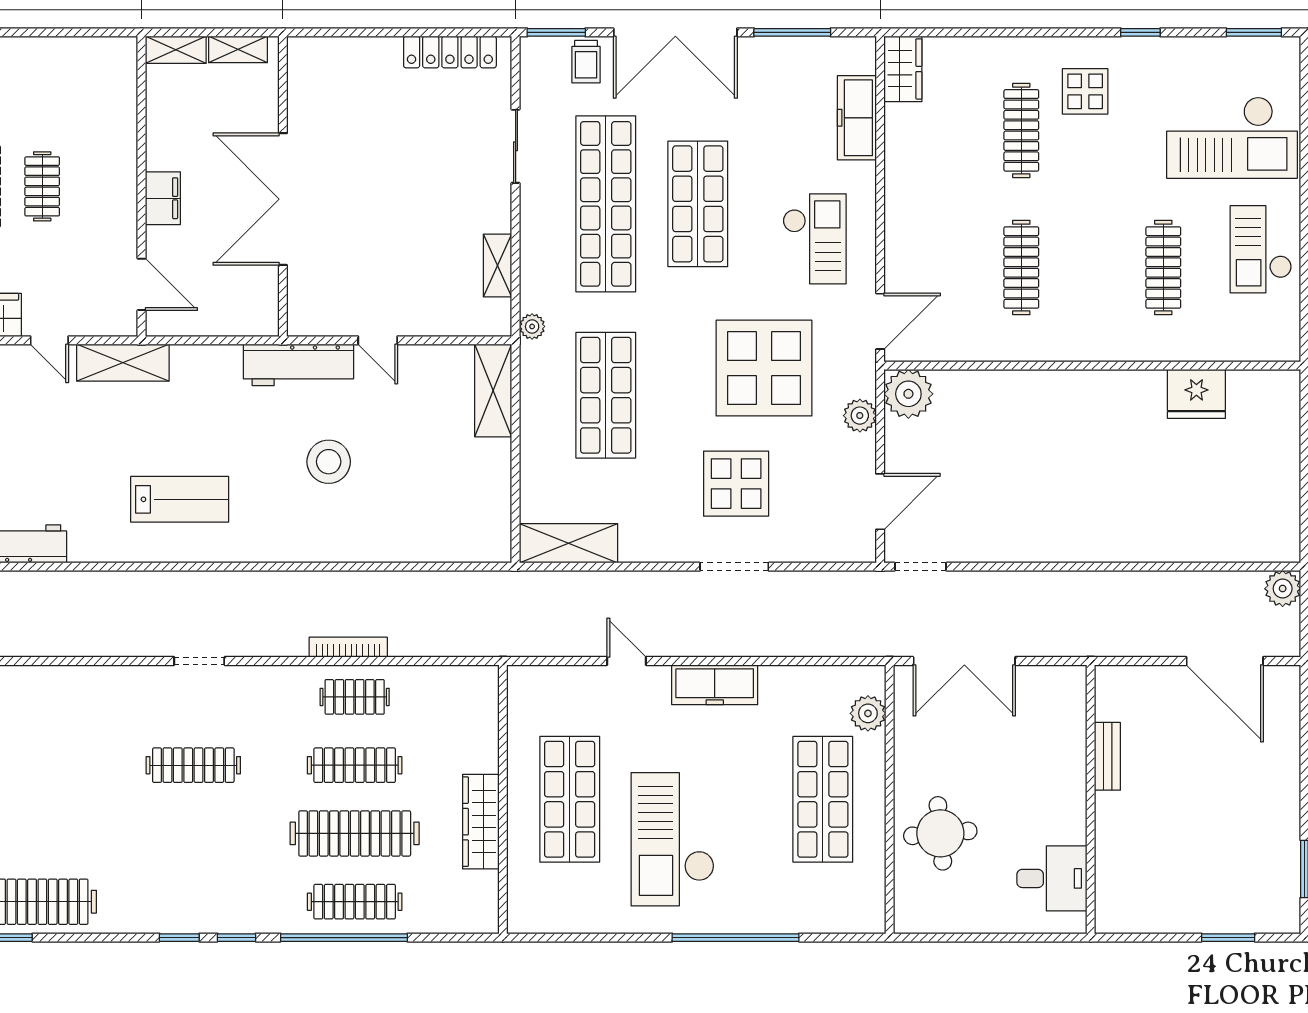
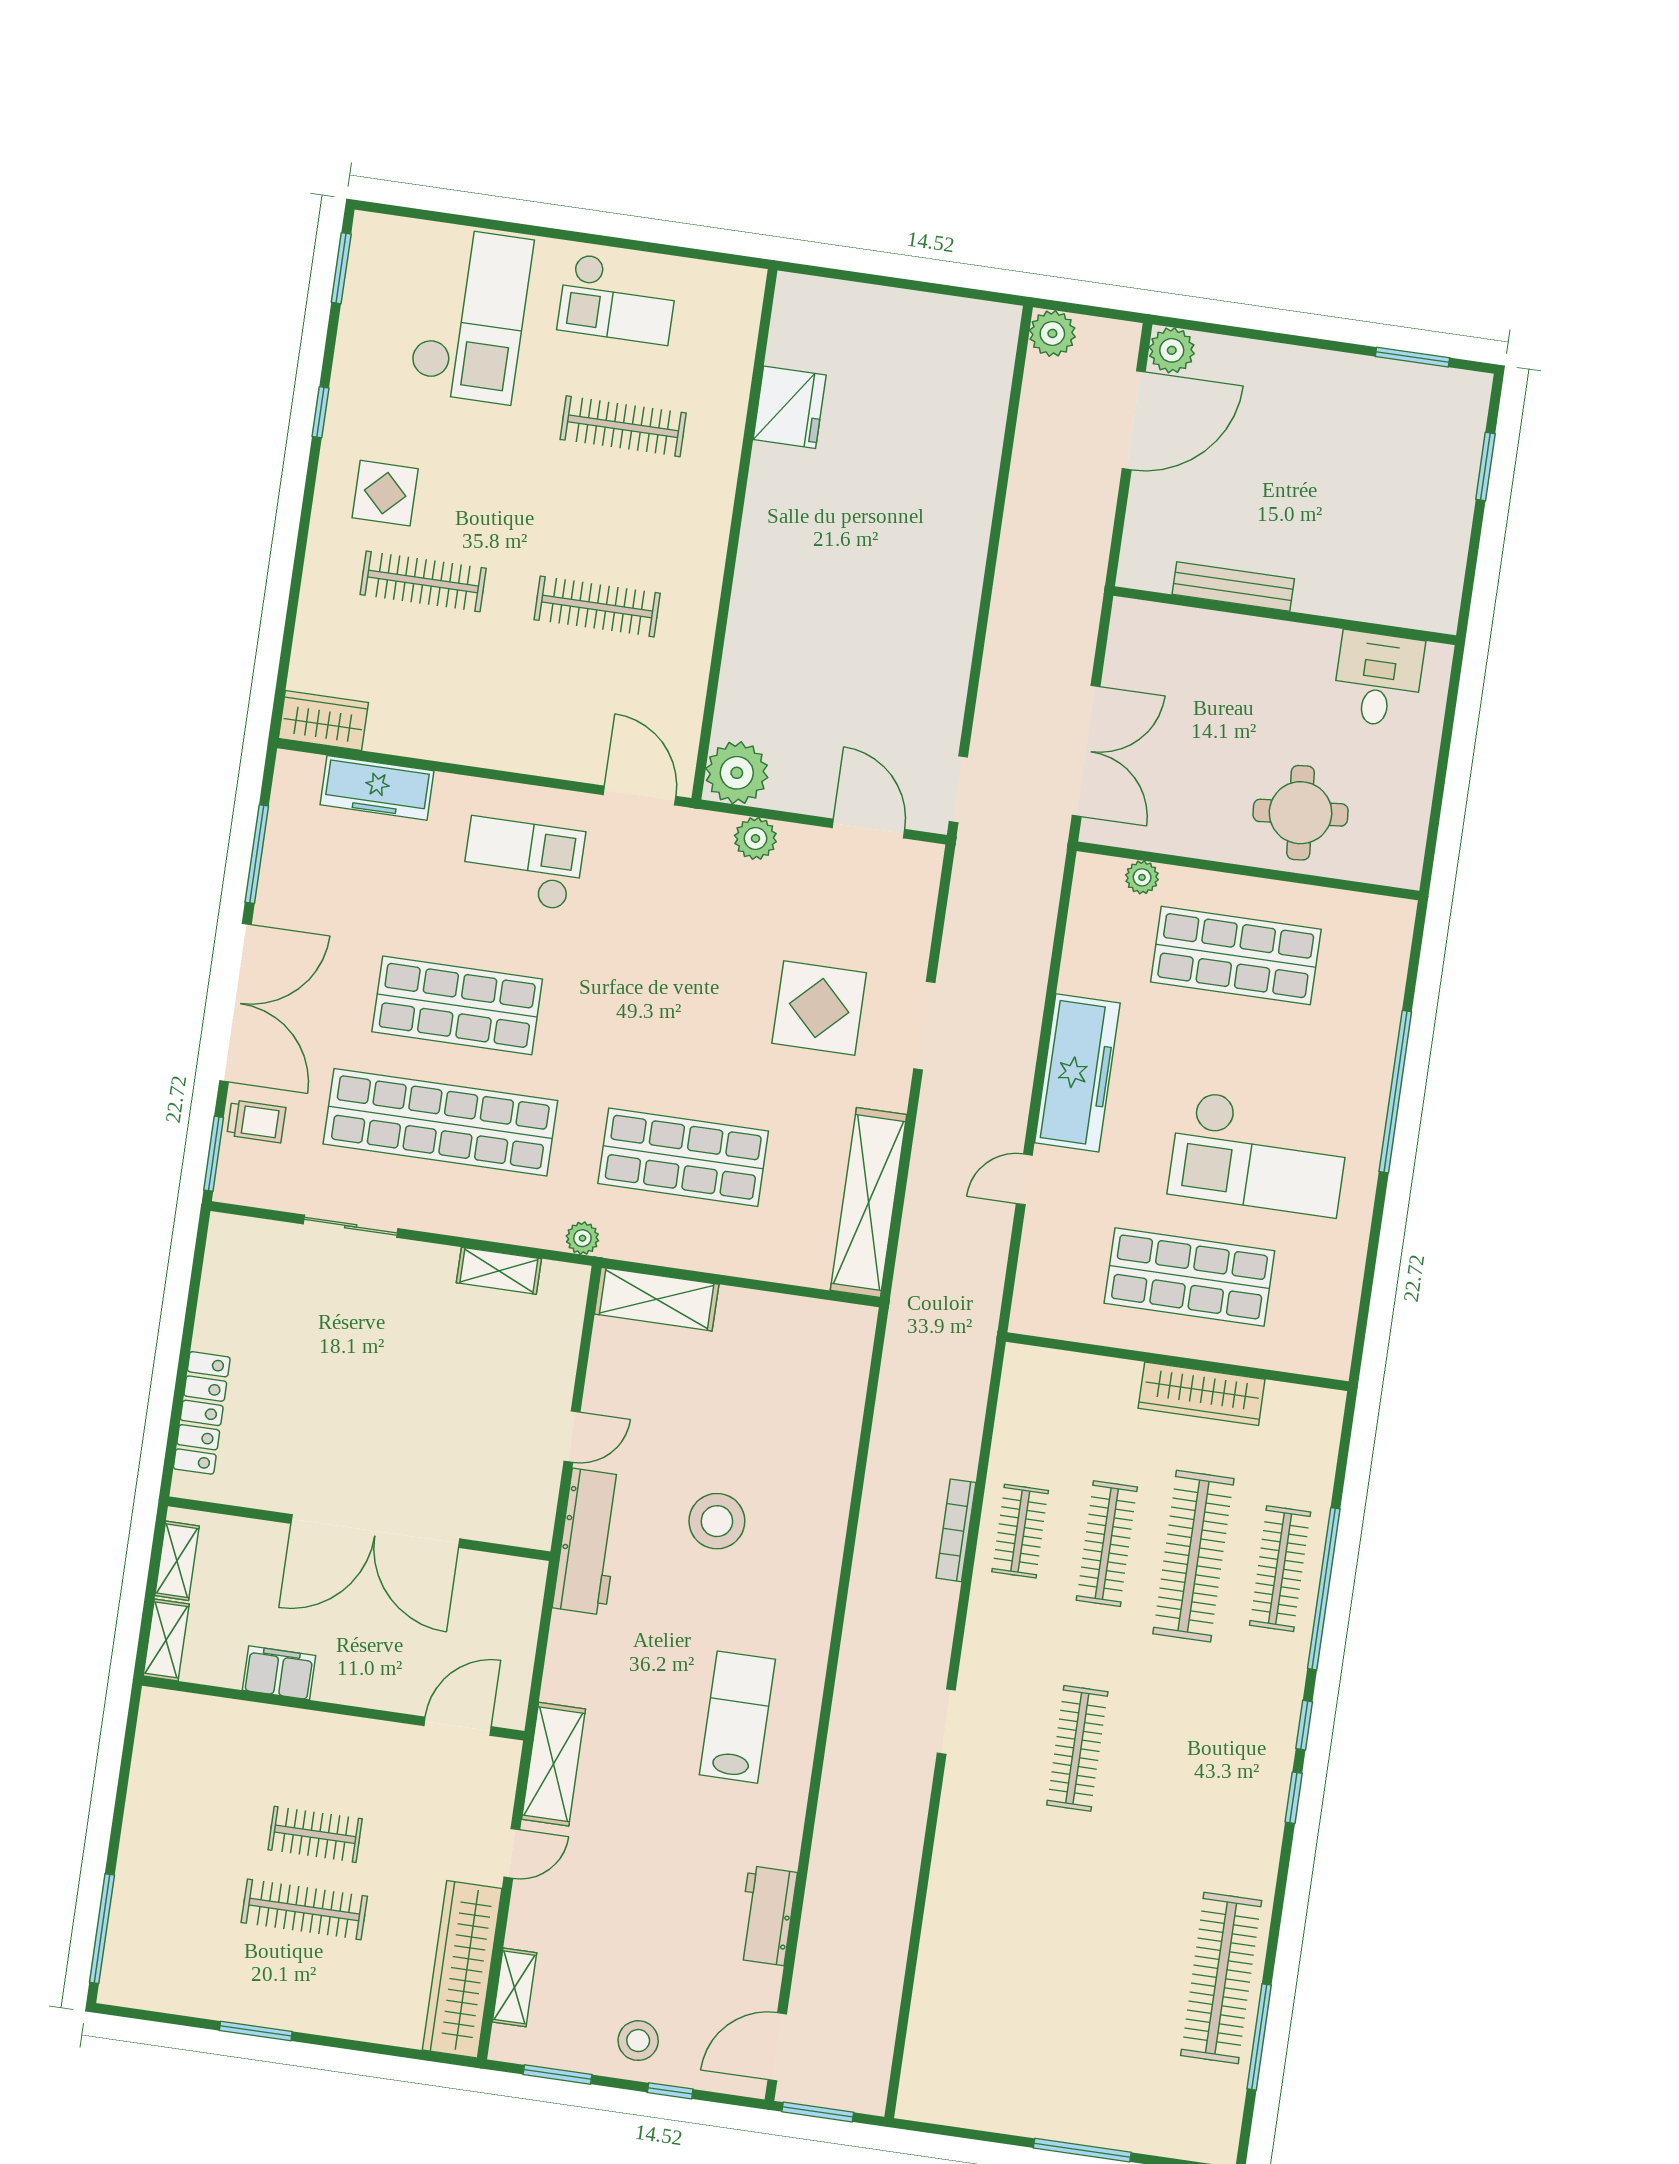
locker: (450, 52) -> (202, 1413), moved
filing cabinet: (163, 198) -> (279, 1673), moved
display table: (764, 368) -> (678, 951), removed
shelving: (568, 543) -> (868, 1202), width x1.47
plant: (1283, 683) -> (1172, 350), added
freezer: (715, 685) -> (1077, 1073), width x1.36, depth x1.26
plant: (868, 713) -> (1142, 877), width x0.73, depth x0.73
bench: (1107, 756) -> (1233, 587), width x1.36

